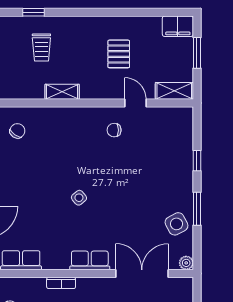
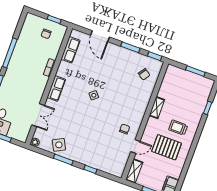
trolley: (41, 47) -> (178, 128), moved
pallet: (119, 54) -> (167, 147), width x1.50, depth x1.42
double door: (142, 274) -> (38, 115), width x0.73

